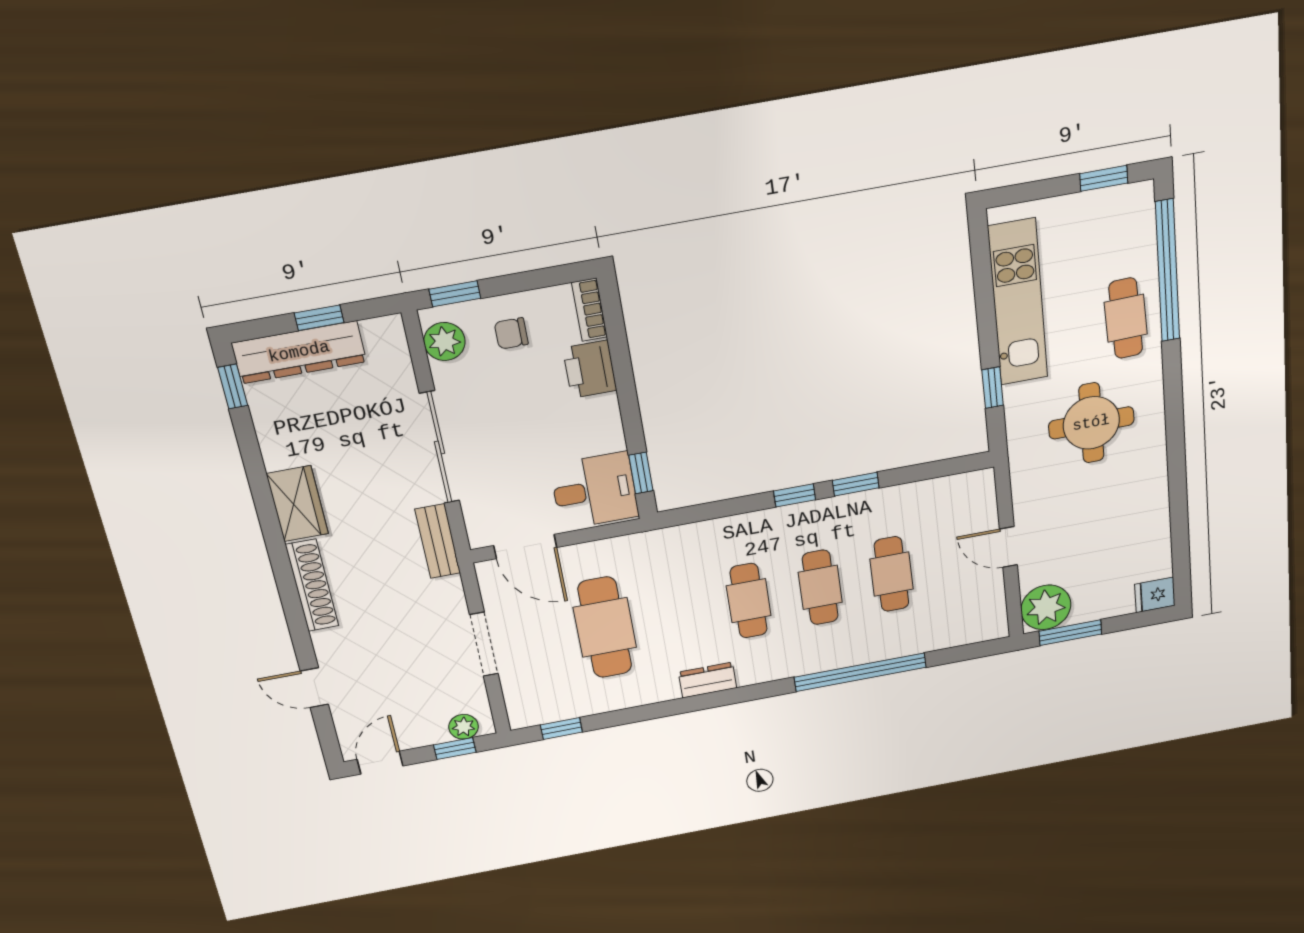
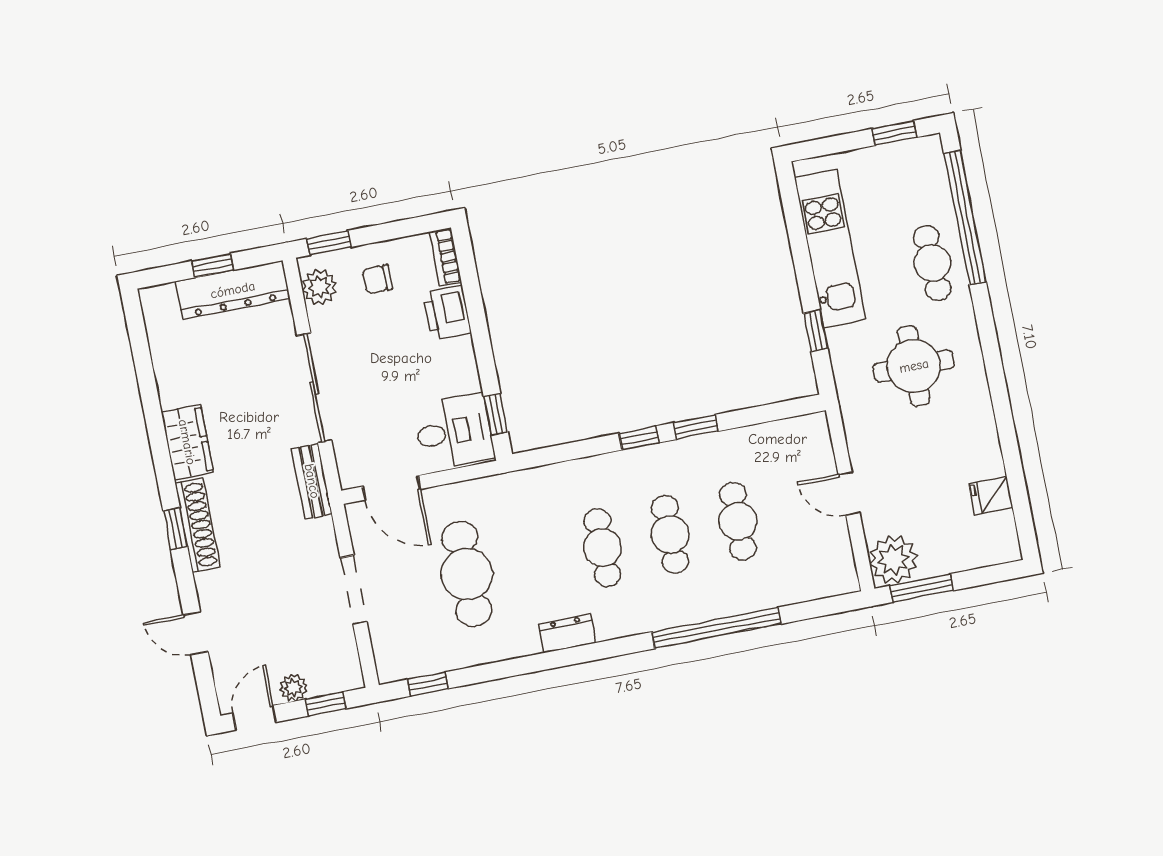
dresser: (299, 352) -> (233, 290), moved
window: (233, 386) -> (175, 529), moved
fridge: (1155, 595) -> (991, 496), moved
plant: (464, 727) -> (293, 688), moved

